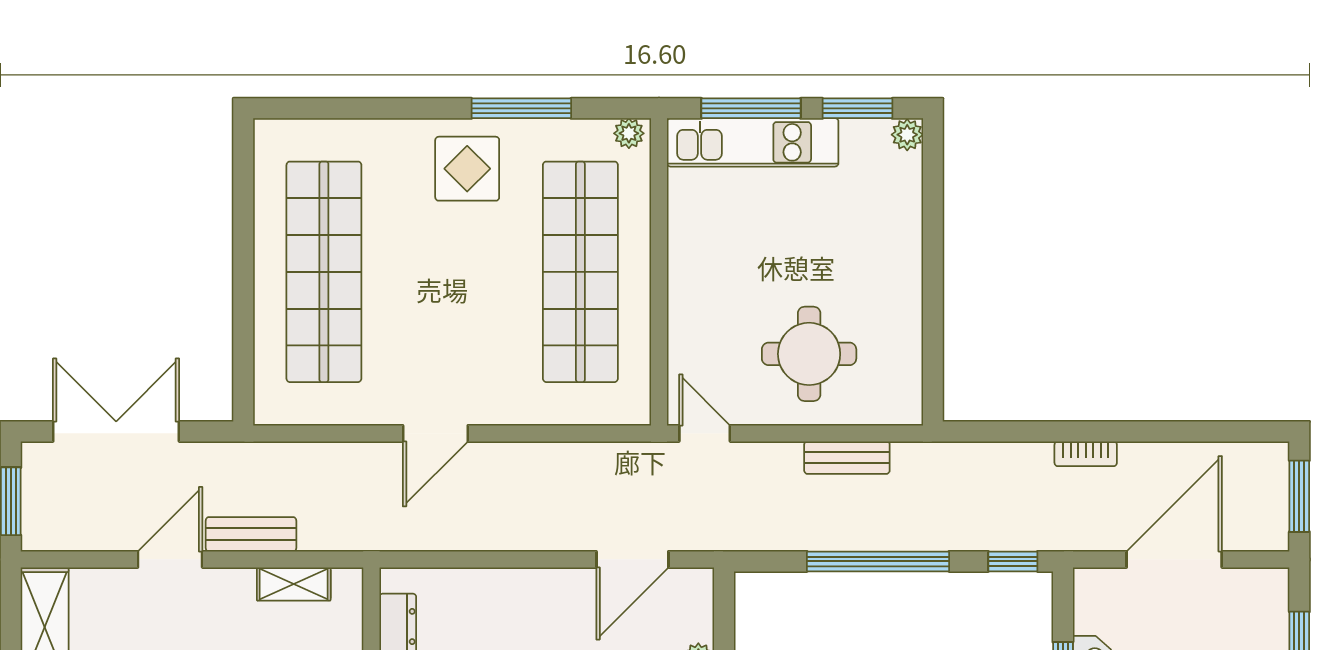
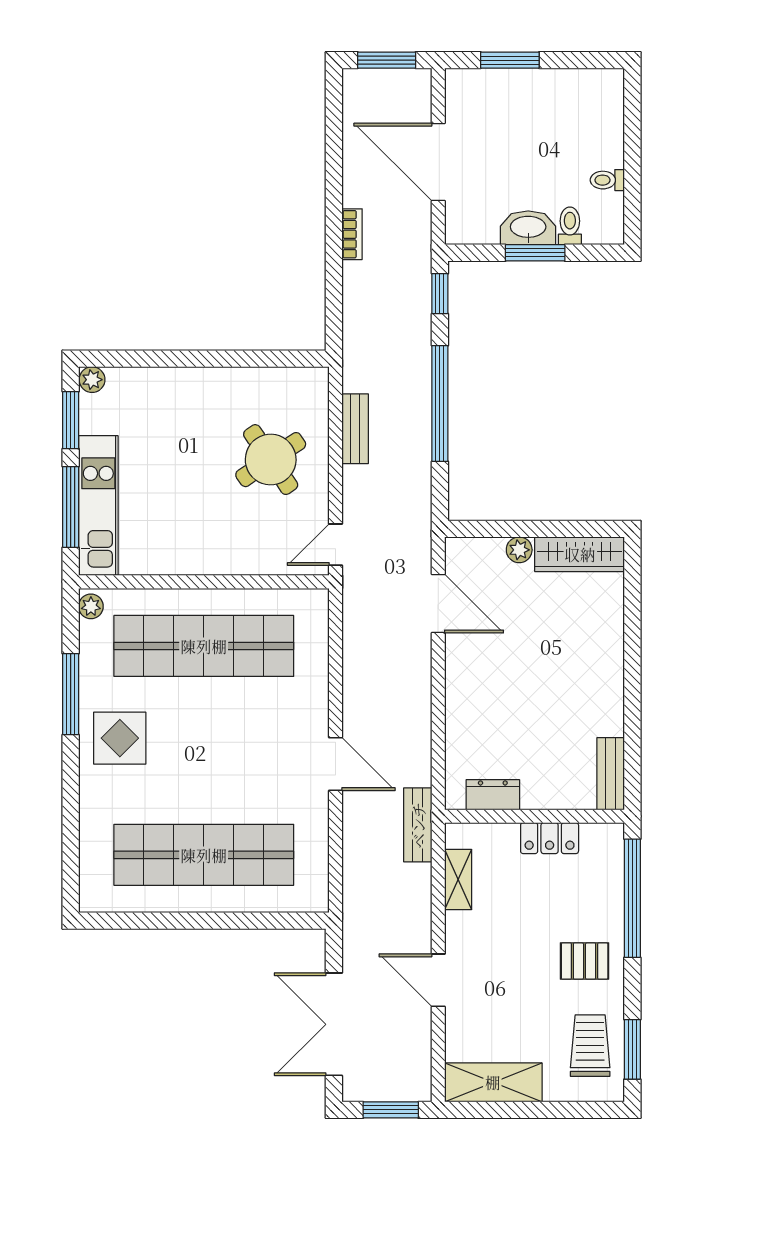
round table: (809, 354) -> (271, 460), turned -34
bench: (251, 534) -> (418, 825), moved

